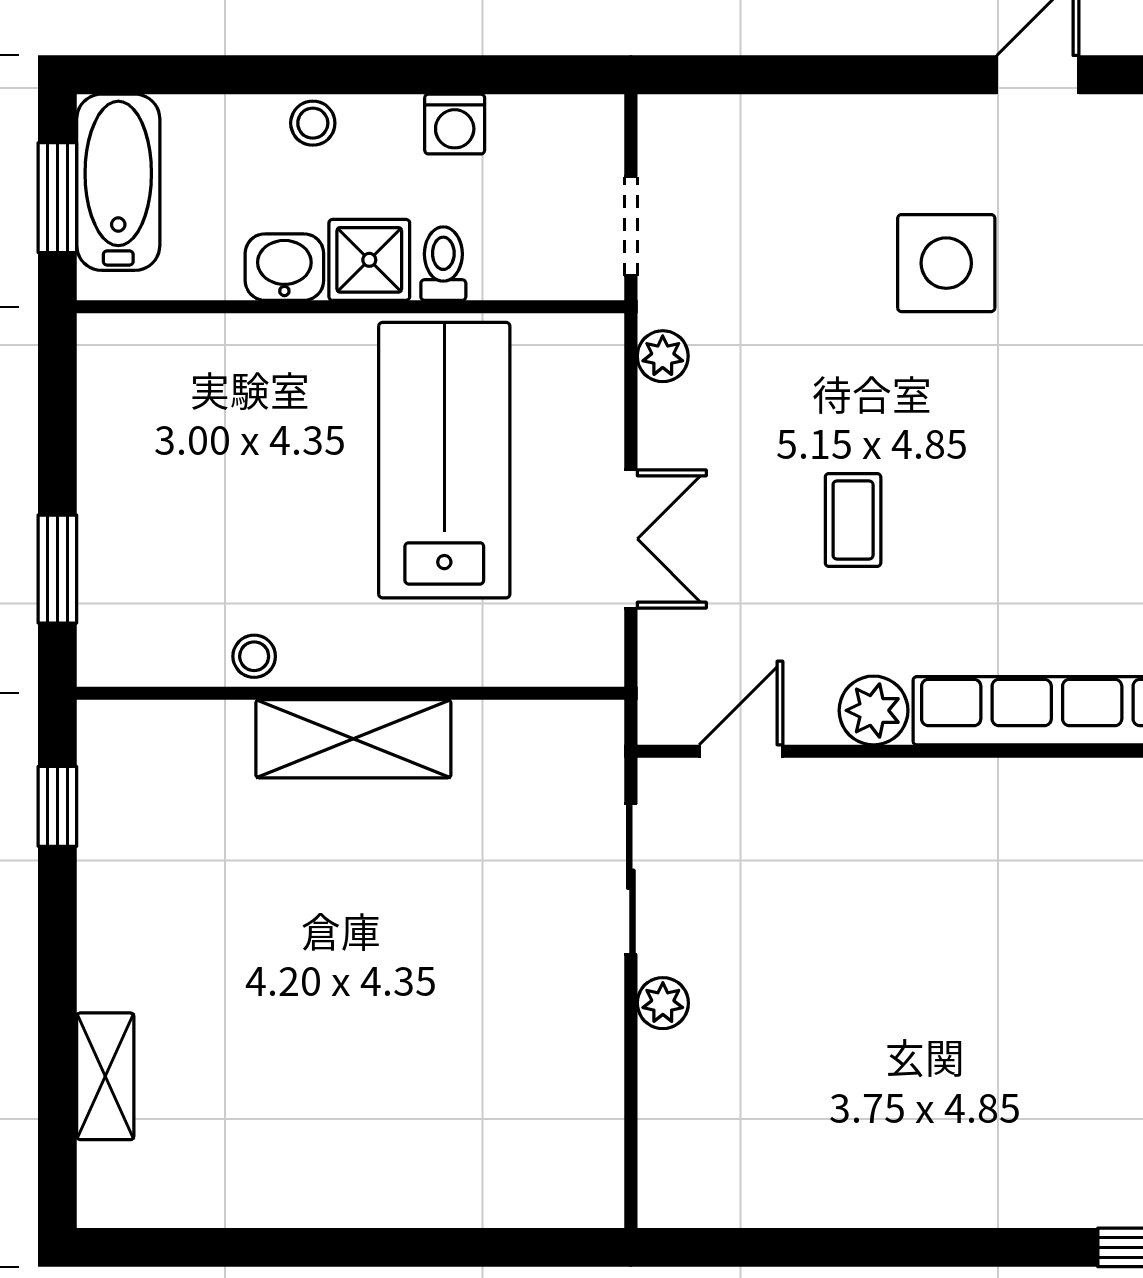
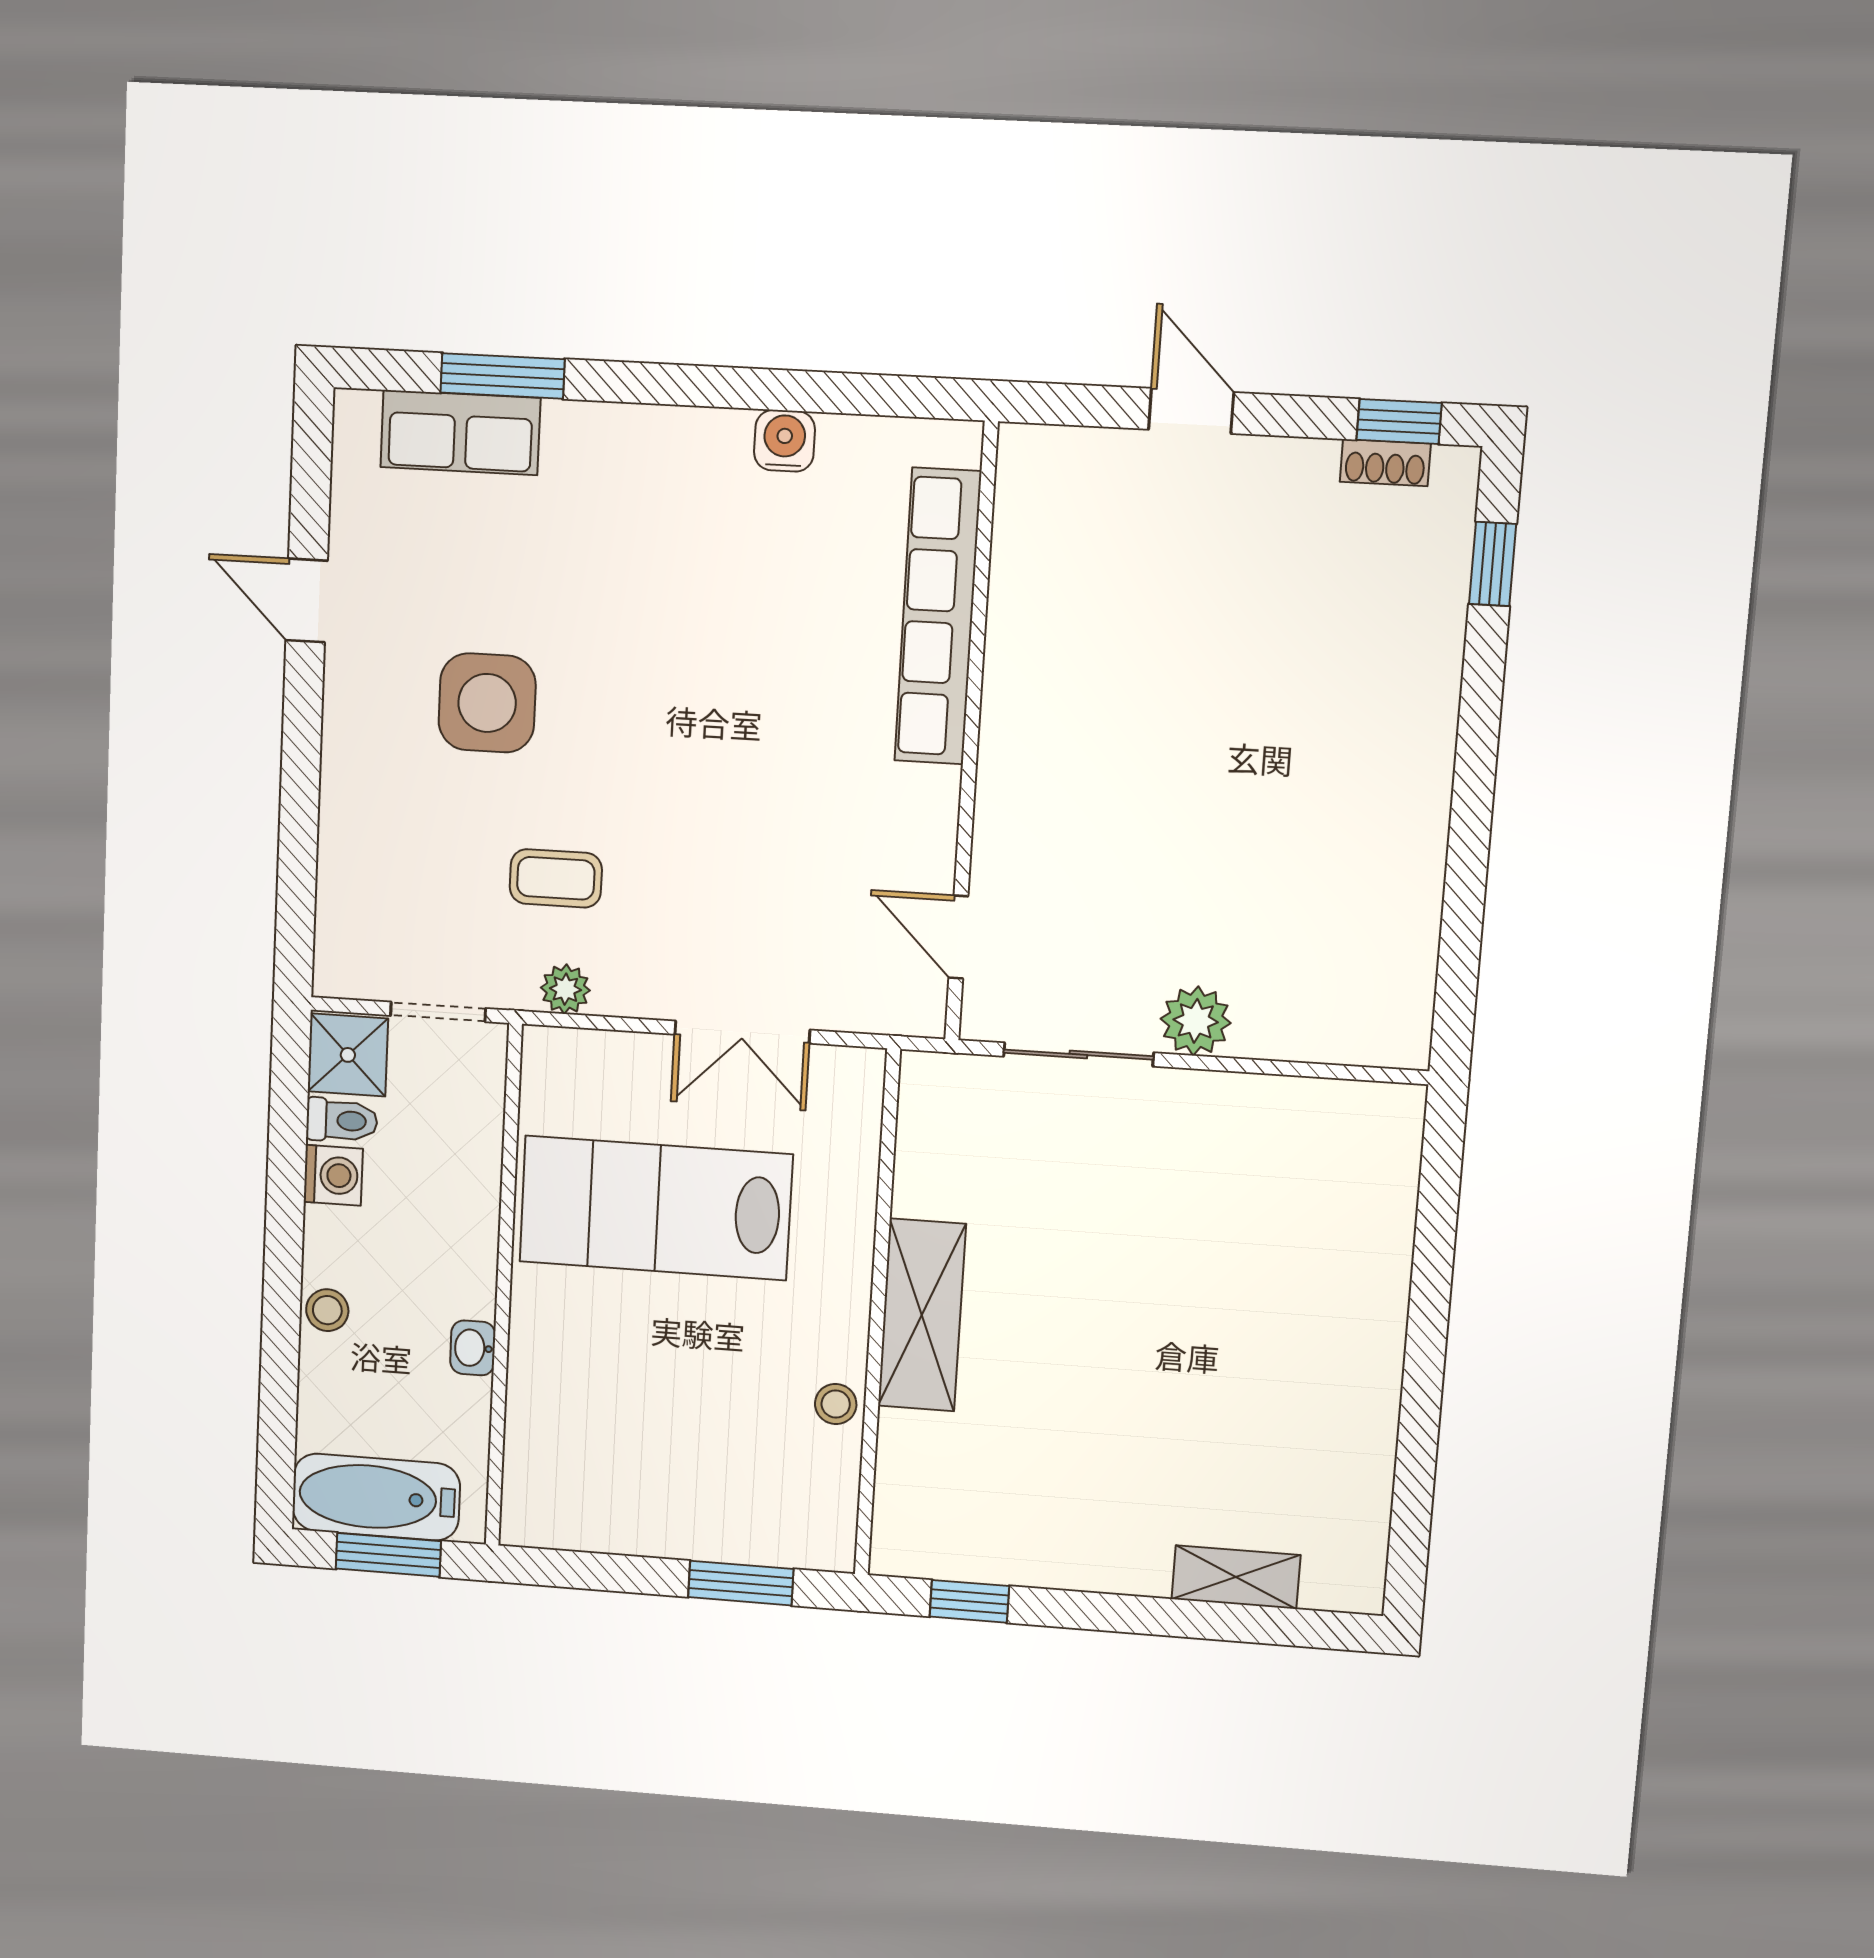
shower: (369, 260) -> (348, 1055), moved
toilet: (443, 264) -> (342, 1120), moved, turned 180
washbasin: (284, 267) -> (473, 1348), width x0.72, depth x0.69
coffee table: (853, 520) -> (556, 878), moved
double door: (631, 539) -> (742, 1032), swing flipped
plant: (874, 710) -> (926, 802), removed
plant: (663, 1003) -> (1196, 1021), width x1.38, depth x1.38

